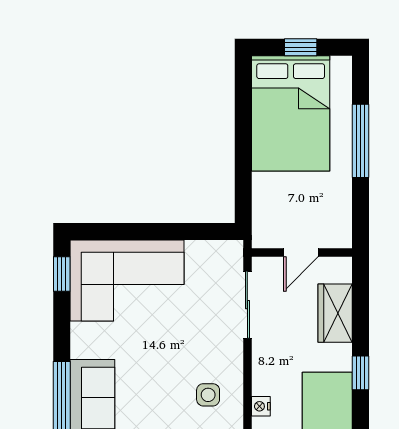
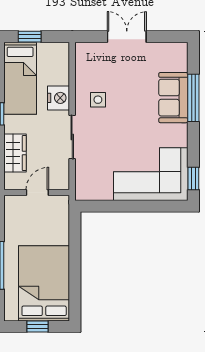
sliding door: (247, 305) -> (72, 137), moved
nightstand: (261, 406) -> (59, 98), width x1.89, depth x1.79

